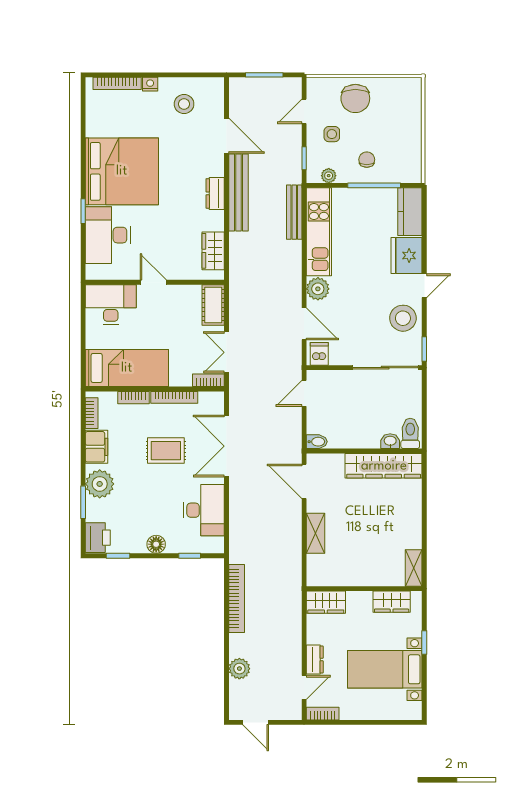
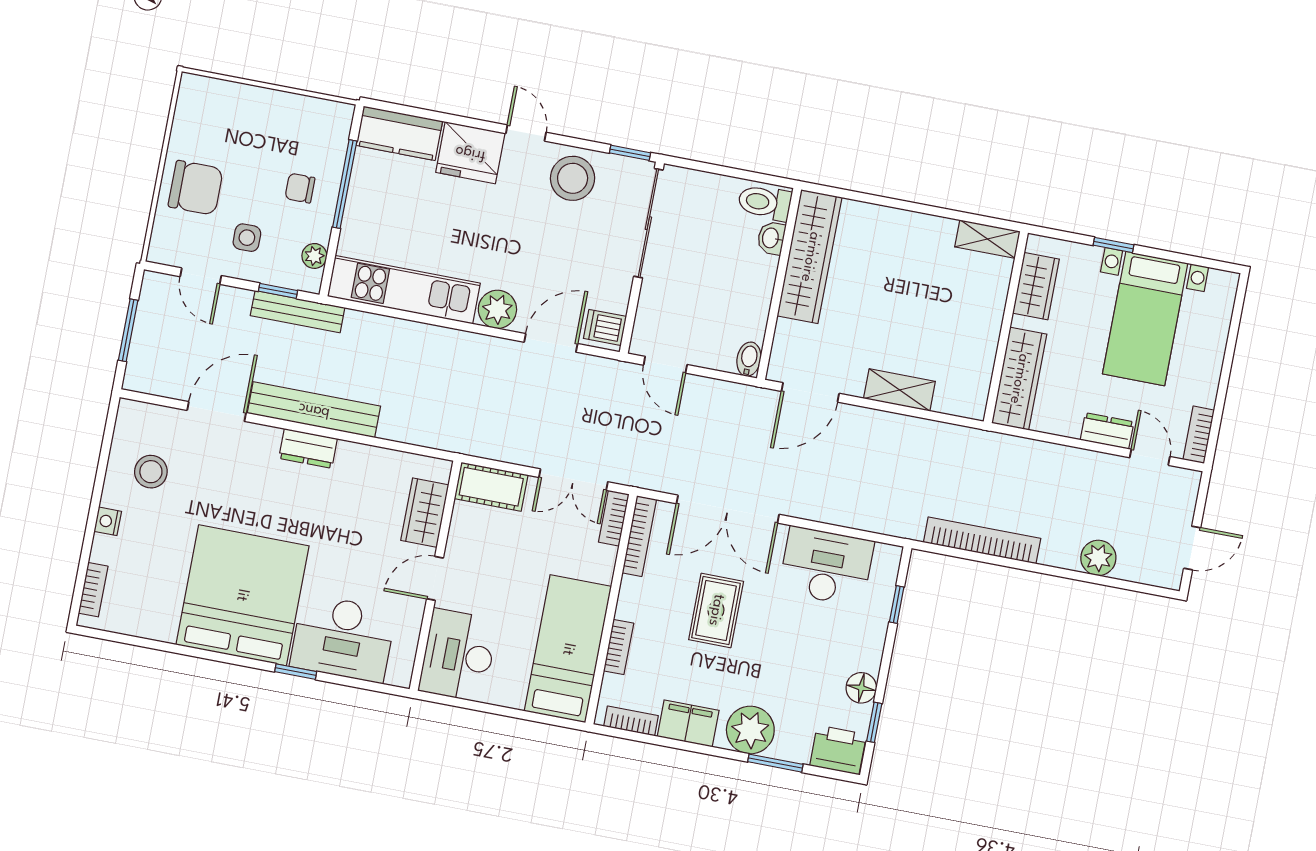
bookcase: (117, 83) -> (93, 590), width x0.64
bench: (294, 212) -> (298, 312), moved
wardrobe: (213, 251) -> (425, 513), moved, turned 90
bookcase: (174, 397) -> (639, 536), moved
floor lamp: (156, 544) -> (861, 688), moved
wardrobe: (326, 602) -> (1019, 379), width x1.50

